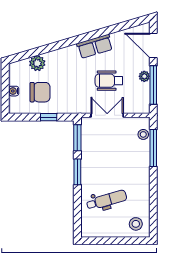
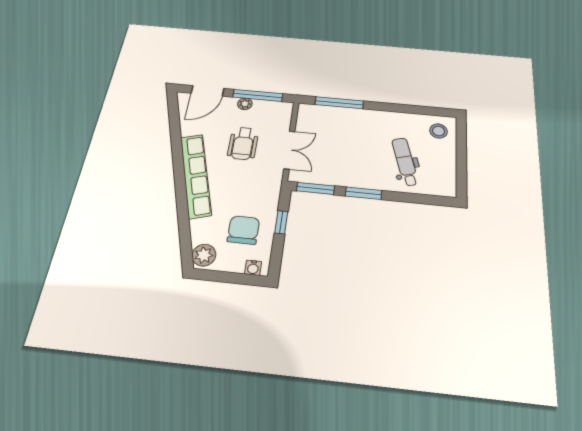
row of seats: (95, 46) -> (196, 175), width x2.02
plant: (37, 63) -> (204, 255), moved
water cooler: (14, 91) -> (253, 268), moved
double door: (107, 115) -> (289, 150), swing flipped
stool: (143, 134) -> (320, 112), removed

